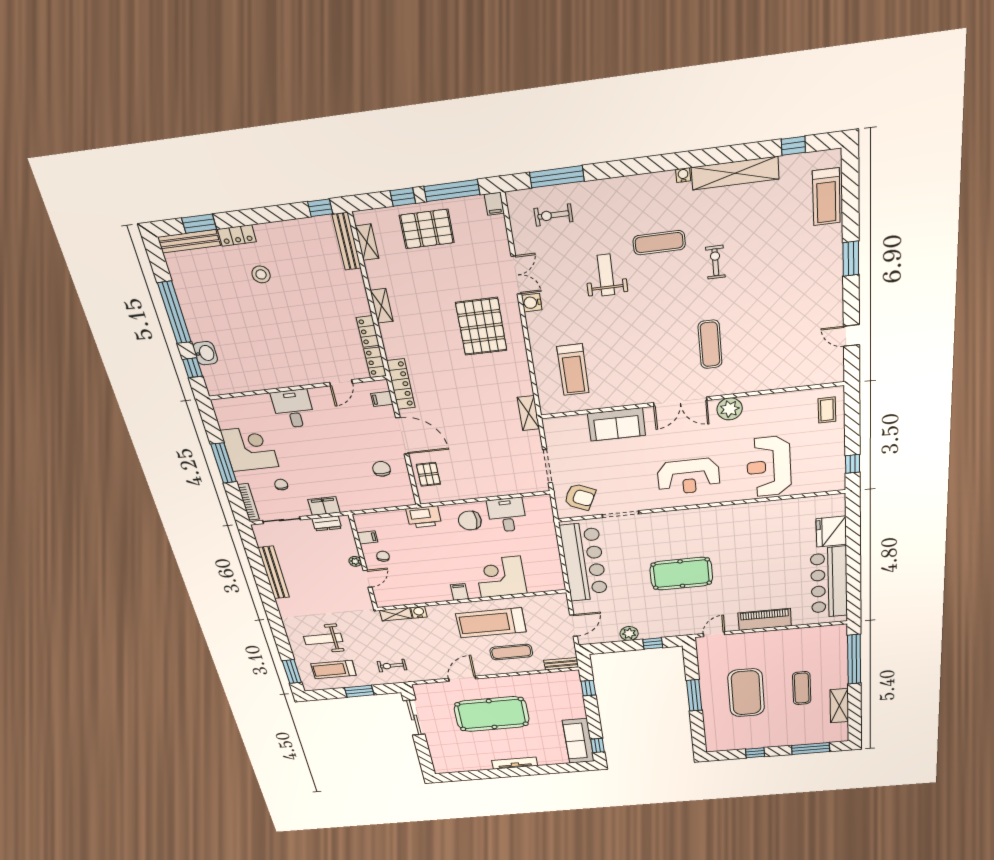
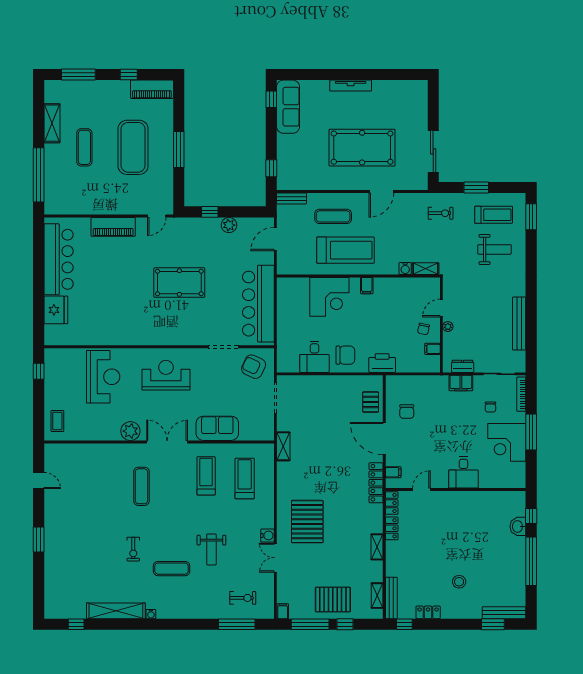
treadmill: (826, 197) -> (206, 476), moved
locker: (237, 235) -> (428, 612), moved
piano: (729, 743) -> (152, 89), added

